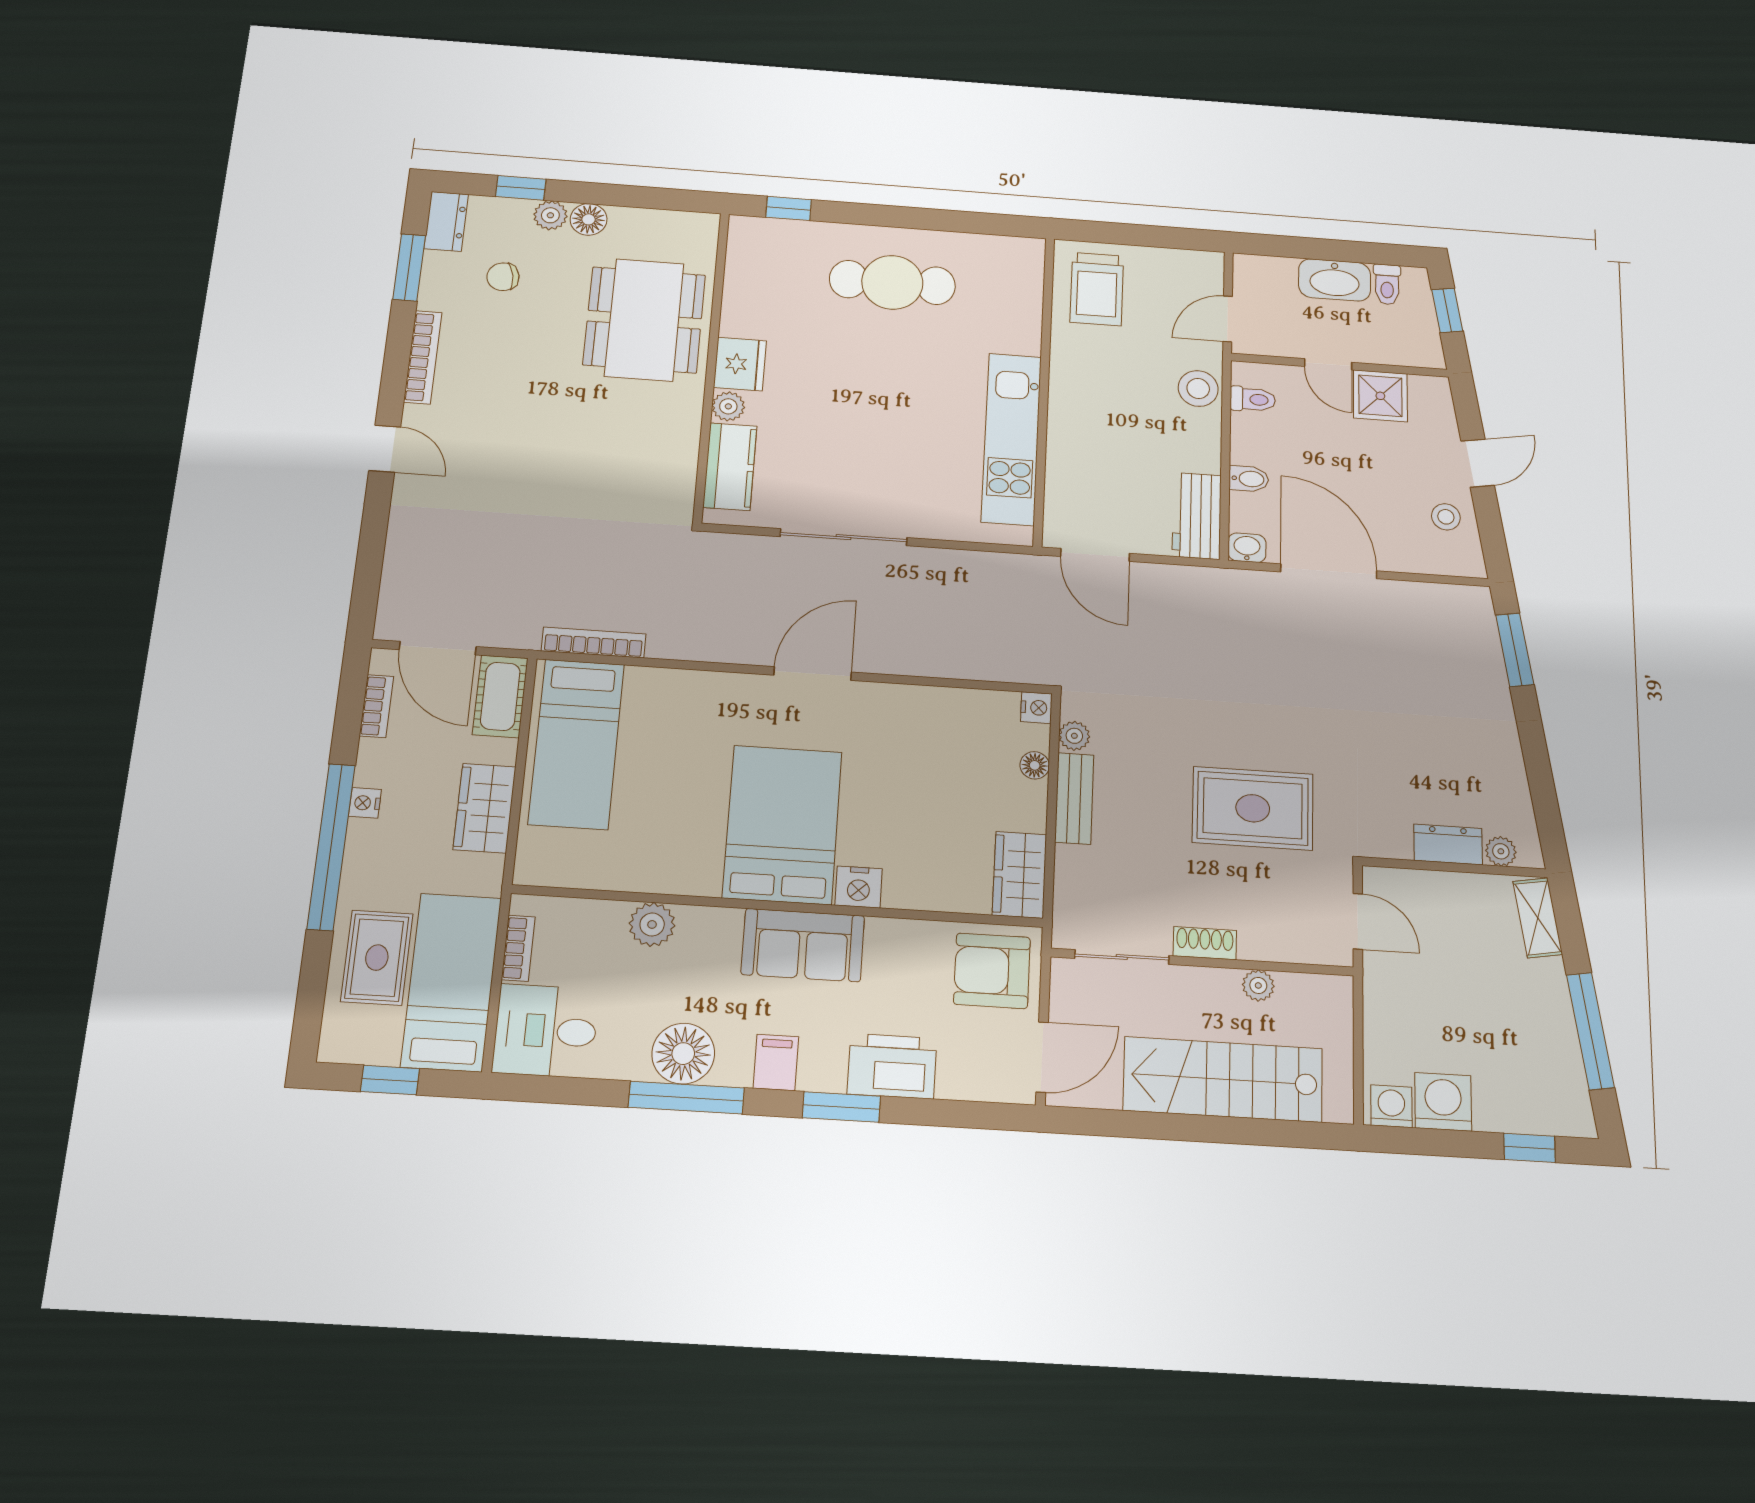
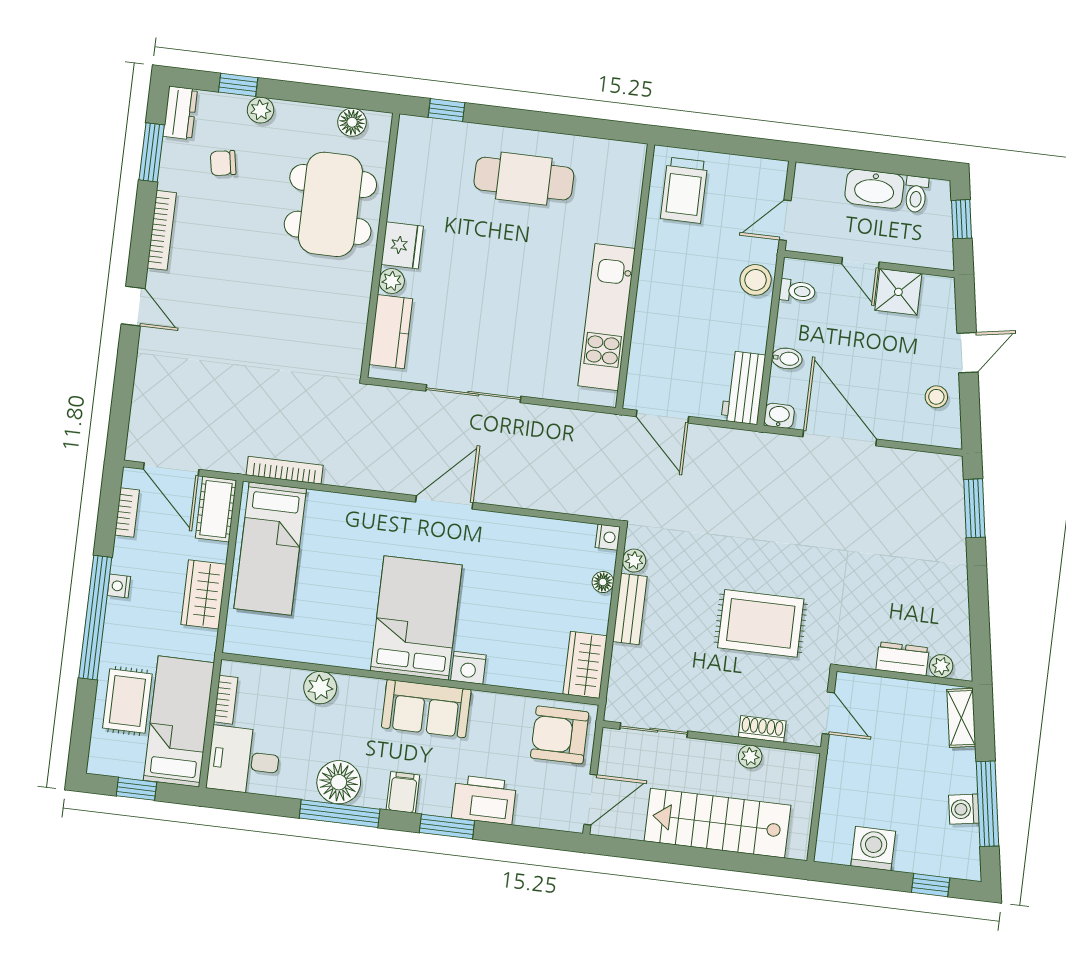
floor lamp: (589, 219) -> (352, 122), moved
shoe rack: (1205, 943) -> (762, 729), moved
washing machine: (1391, 1106) -> (964, 809), moved, turned -99

